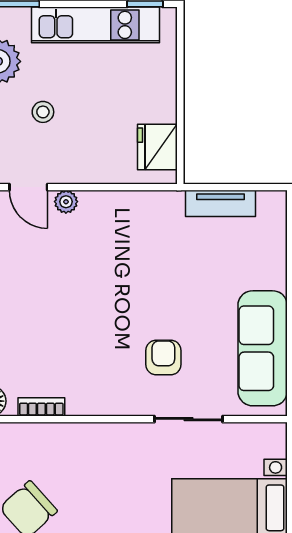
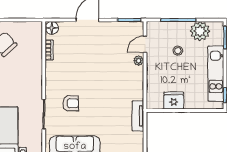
fridge: (157, 147) -> (174, 101), moved
tv unit: (220, 203) -> (138, 116), moved

